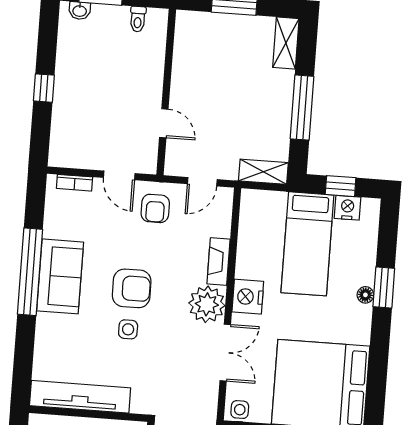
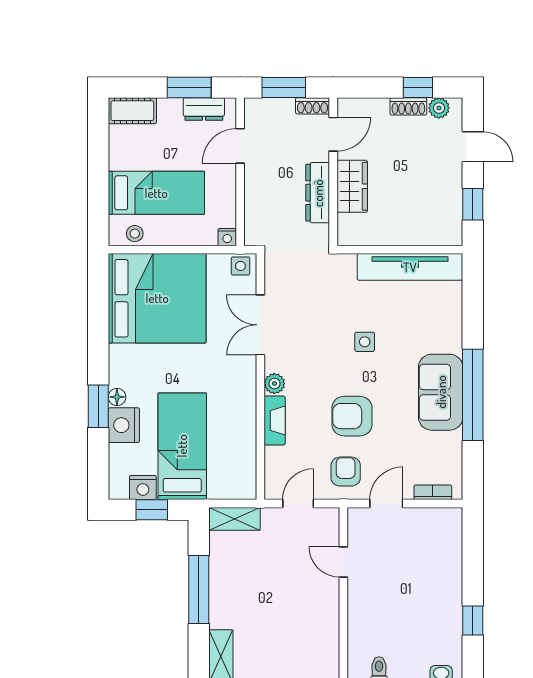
window: (44, 88) -> (473, 621), moved
door: (119, 175) -> (386, 504), hinge flipped
armchair: (132, 288) -> (352, 416), moved
nightstand: (248, 297) -> (124, 425), moved, turned 180
plant: (207, 304) -> (274, 384), width x0.53, depth x0.53

